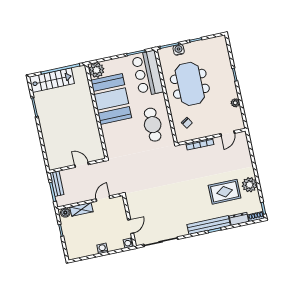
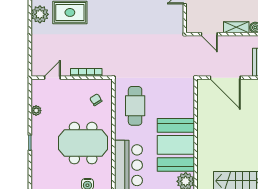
meeting table: (190, 84) -> (83, 143), turned 90
door: (82, 165) -> (225, 78), width x1.87
door: (103, 199) -> (209, 34), hinge flipped

